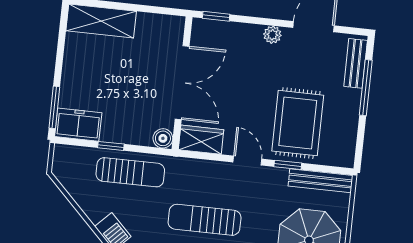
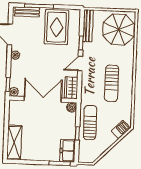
plant: (201, 27) -> (14, 92), added
rug: (298, 123) -> (57, 27), moved, turned 90

